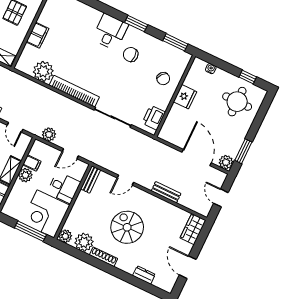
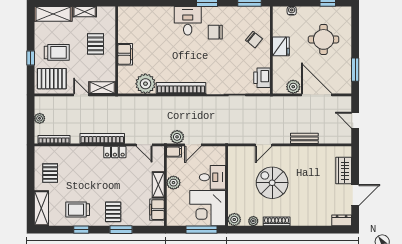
round table: (237, 102) -> (324, 39), moved
door: (70, 154) -> (193, 145), moved
plant: (226, 162) -> (293, 87), moved
filing cabinet: (32, 163) -> (174, 152), moved
bench: (91, 179) -> (233, 159), removed
spiral stairs: (127, 227) -> (272, 183), moved
wardrobe: (193, 229) -> (344, 171), moved
plant: (84, 242) -> (253, 221), width x0.53, depth x0.53
door: (188, 267) -> (355, 195), swing flipped
dresser: (144, 275) -> (342, 220), moved

